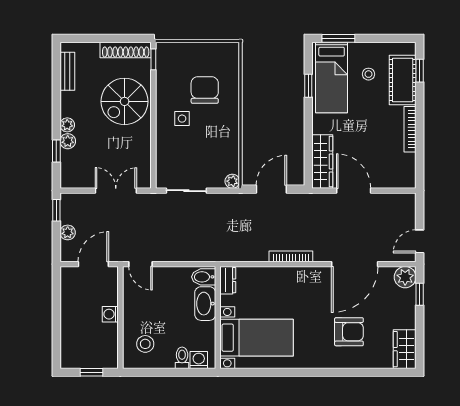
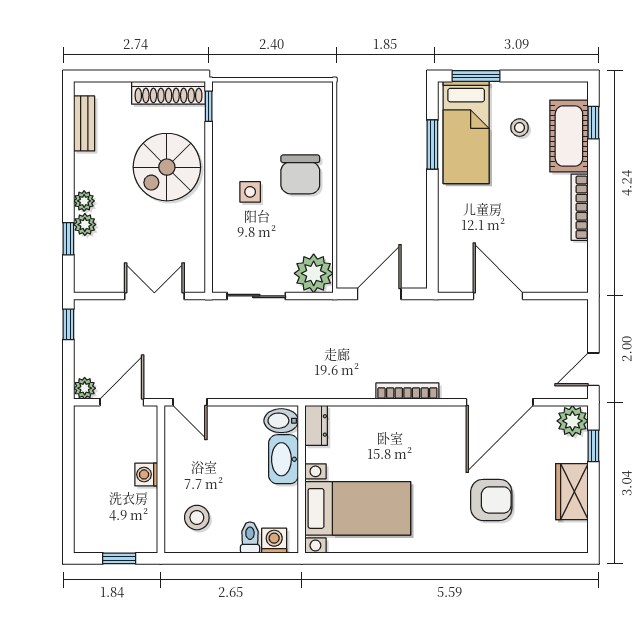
window: (308, 86) -> (432, 145), width x1.50
chair: (205, 90) -> (300, 174), moved, turned 180
wardrobe: (322, 161) -> (453, 254), removed
plant: (232, 181) -> (314, 273), width x1.88, depth x1.88
plant: (68, 232) -> (85, 388), moved
wardrobe: (405, 349) -> (572, 492), moved

